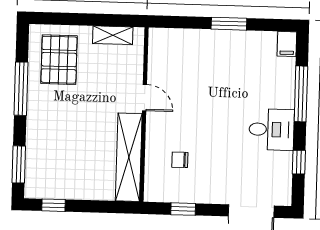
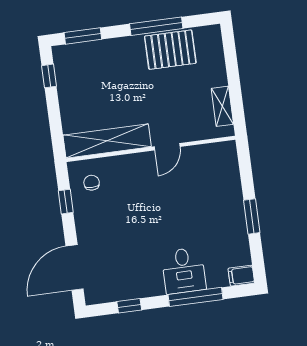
pallet: (59, 60) -> (170, 50), moved
desk: (272, 129) -> (184, 271), moved
chair: (180, 160) -> (92, 183), moved

